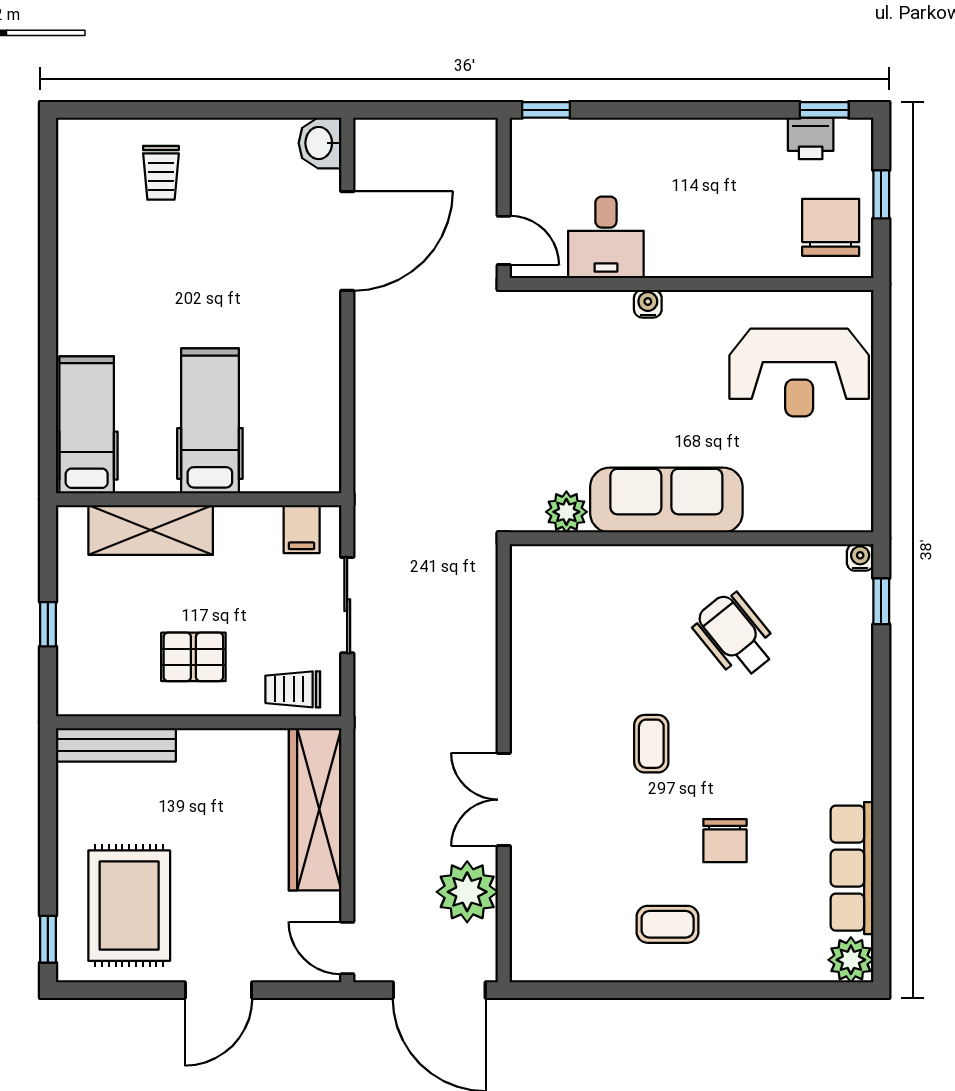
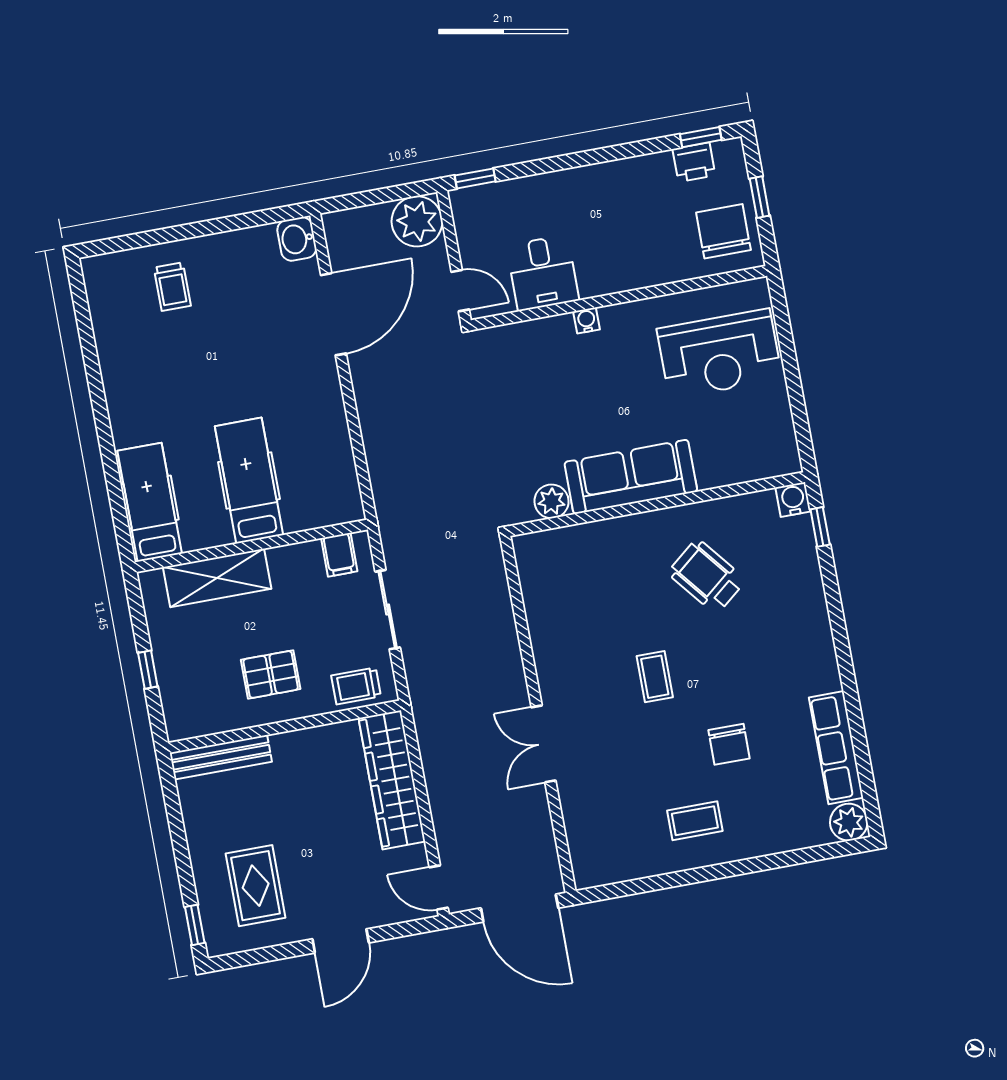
water cooler: (860, 557) -> (793, 499), width x1.38, depth x1.38
plant: (467, 892) -> (417, 221), moved
rug: (129, 906) -> (256, 886), width x0.73, depth x0.70

